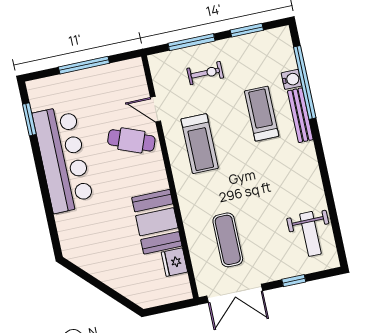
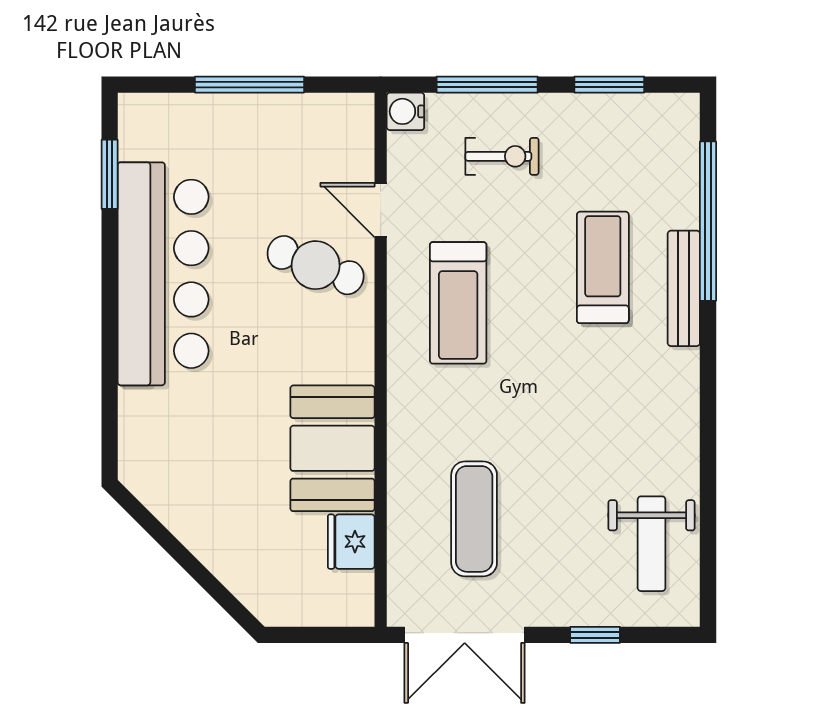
water cooler: (291, 79) -> (405, 111), moved, turned 180

